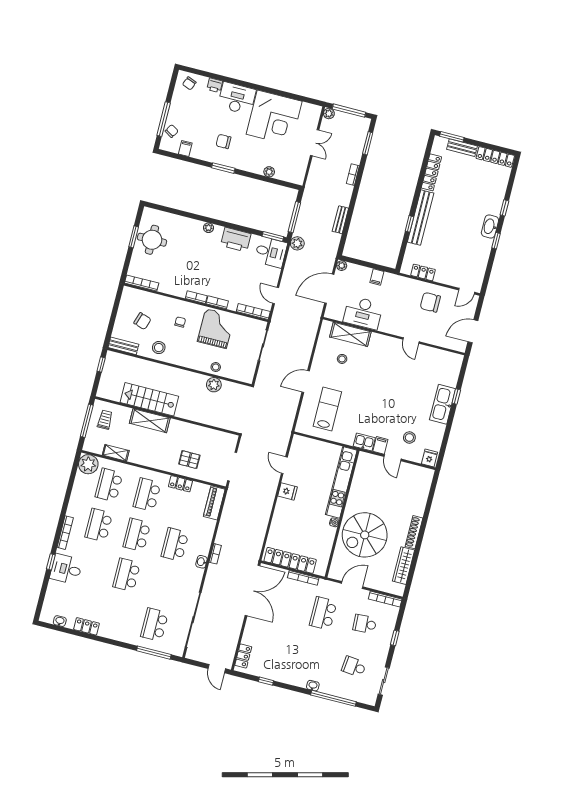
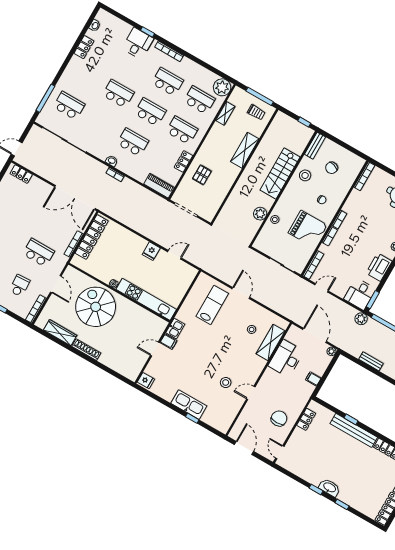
stairs: (149, 399) -> (280, 174), moved, turned 180
lab bench: (327, 409) -> (212, 305), turned -90
stool: (409, 437) -> (226, 383), moved

